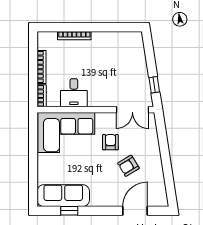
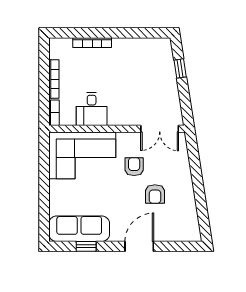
window: (154, 85) -> (180, 68), moved
armchair: (128, 166) -> (155, 194), turned -59
door: (135, 211) -> (139, 246), moved

